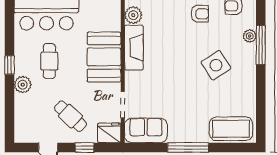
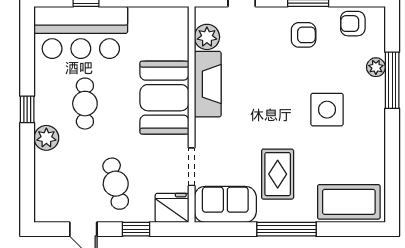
side table: (216, 65) -> (327, 110), turned 33
rug: (182, 110) -> (278, 174), added
cafe table: (70, 116) -> (116, 184), turned 34

